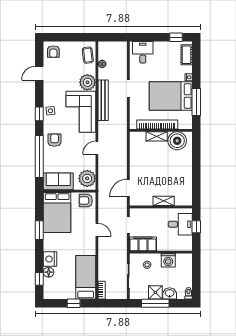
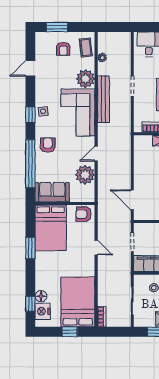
window: (63, 37) -> (57, 27), added
armchair: (53, 52) -> (63, 49), moved
plant: (87, 178) -> (85, 175), moved
door: (128, 188) -> (132, 200), hinge flipped
nightstand: (50, 259) -> (43, 311), moved
bed: (86, 277) -> (78, 302), width x1.50

